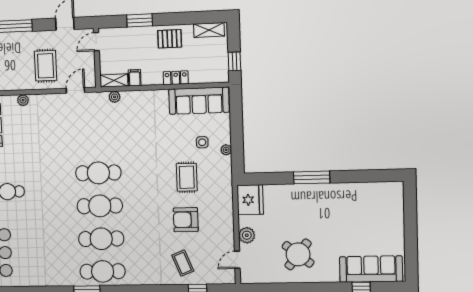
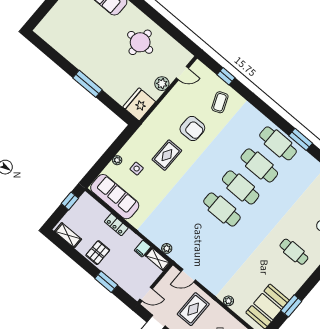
pallet: (170, 39) -> (98, 253), turned 90
plant: (226, 150) -> (117, 160), moved
round table: (298, 254) -> (140, 42), turned -38

